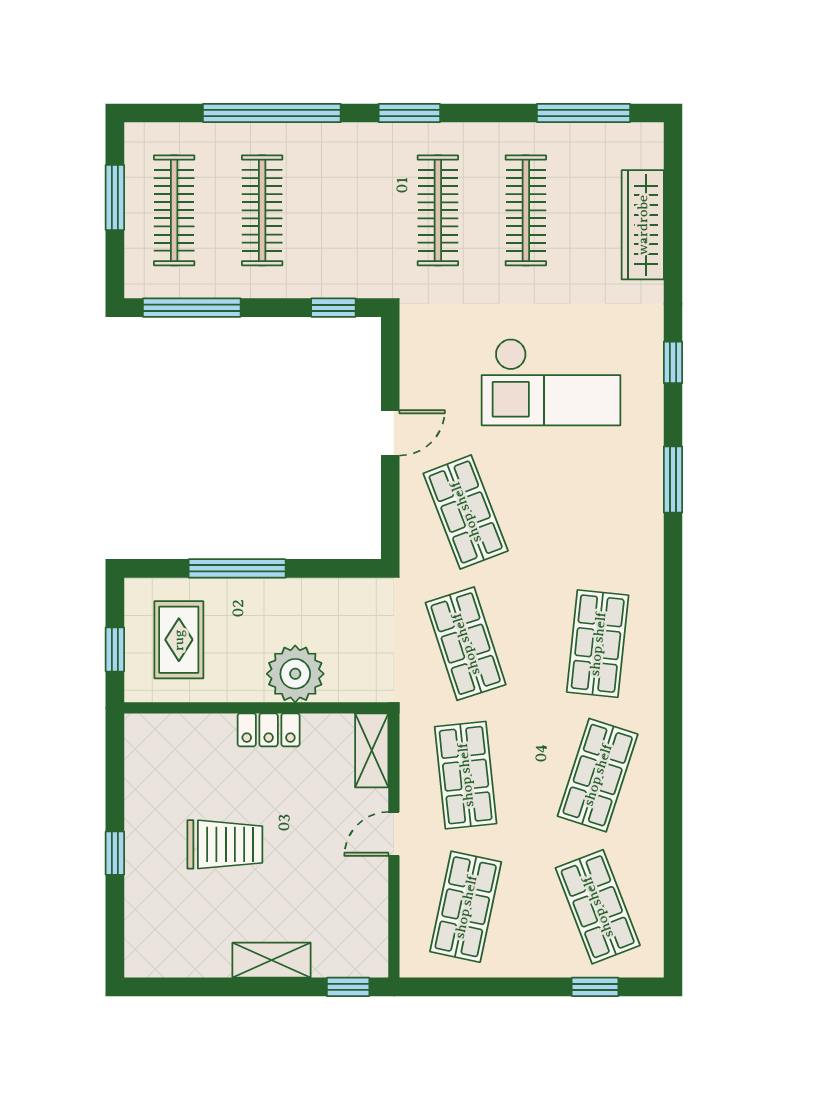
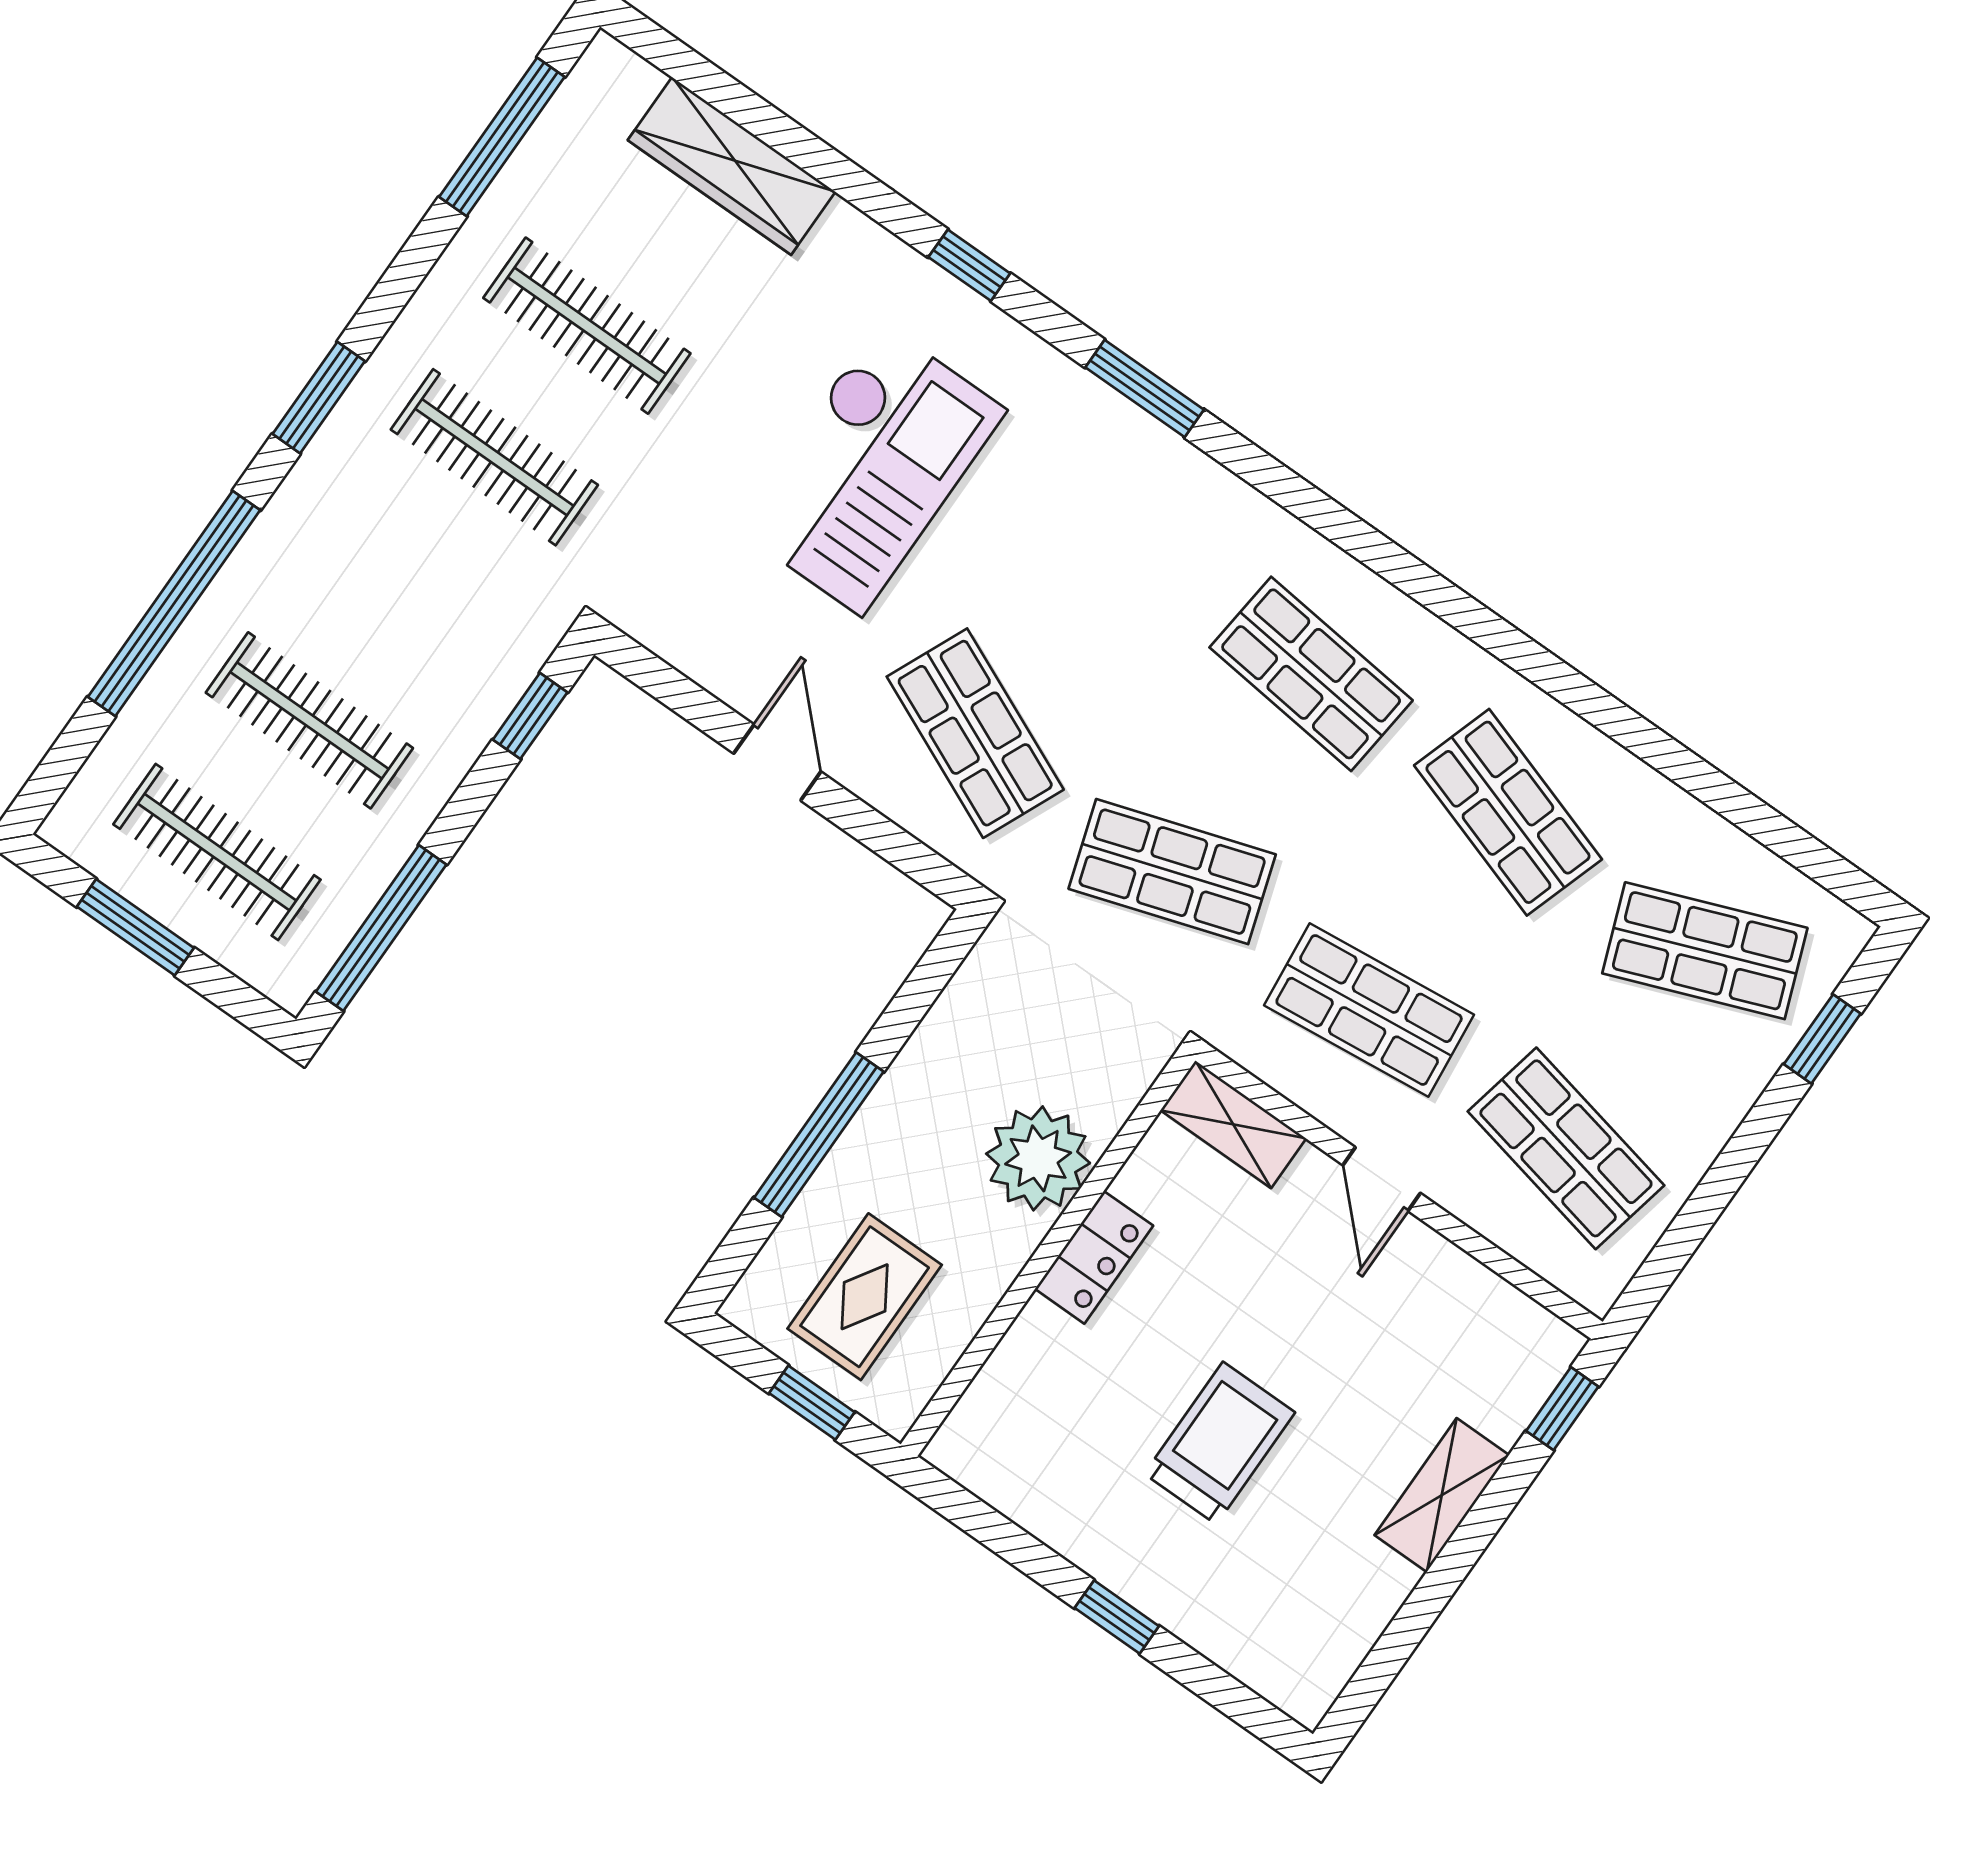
shop shelf: (466, 512) -> (975, 733), turned 45
rug: (179, 640) -> (865, 1297), turned 90

